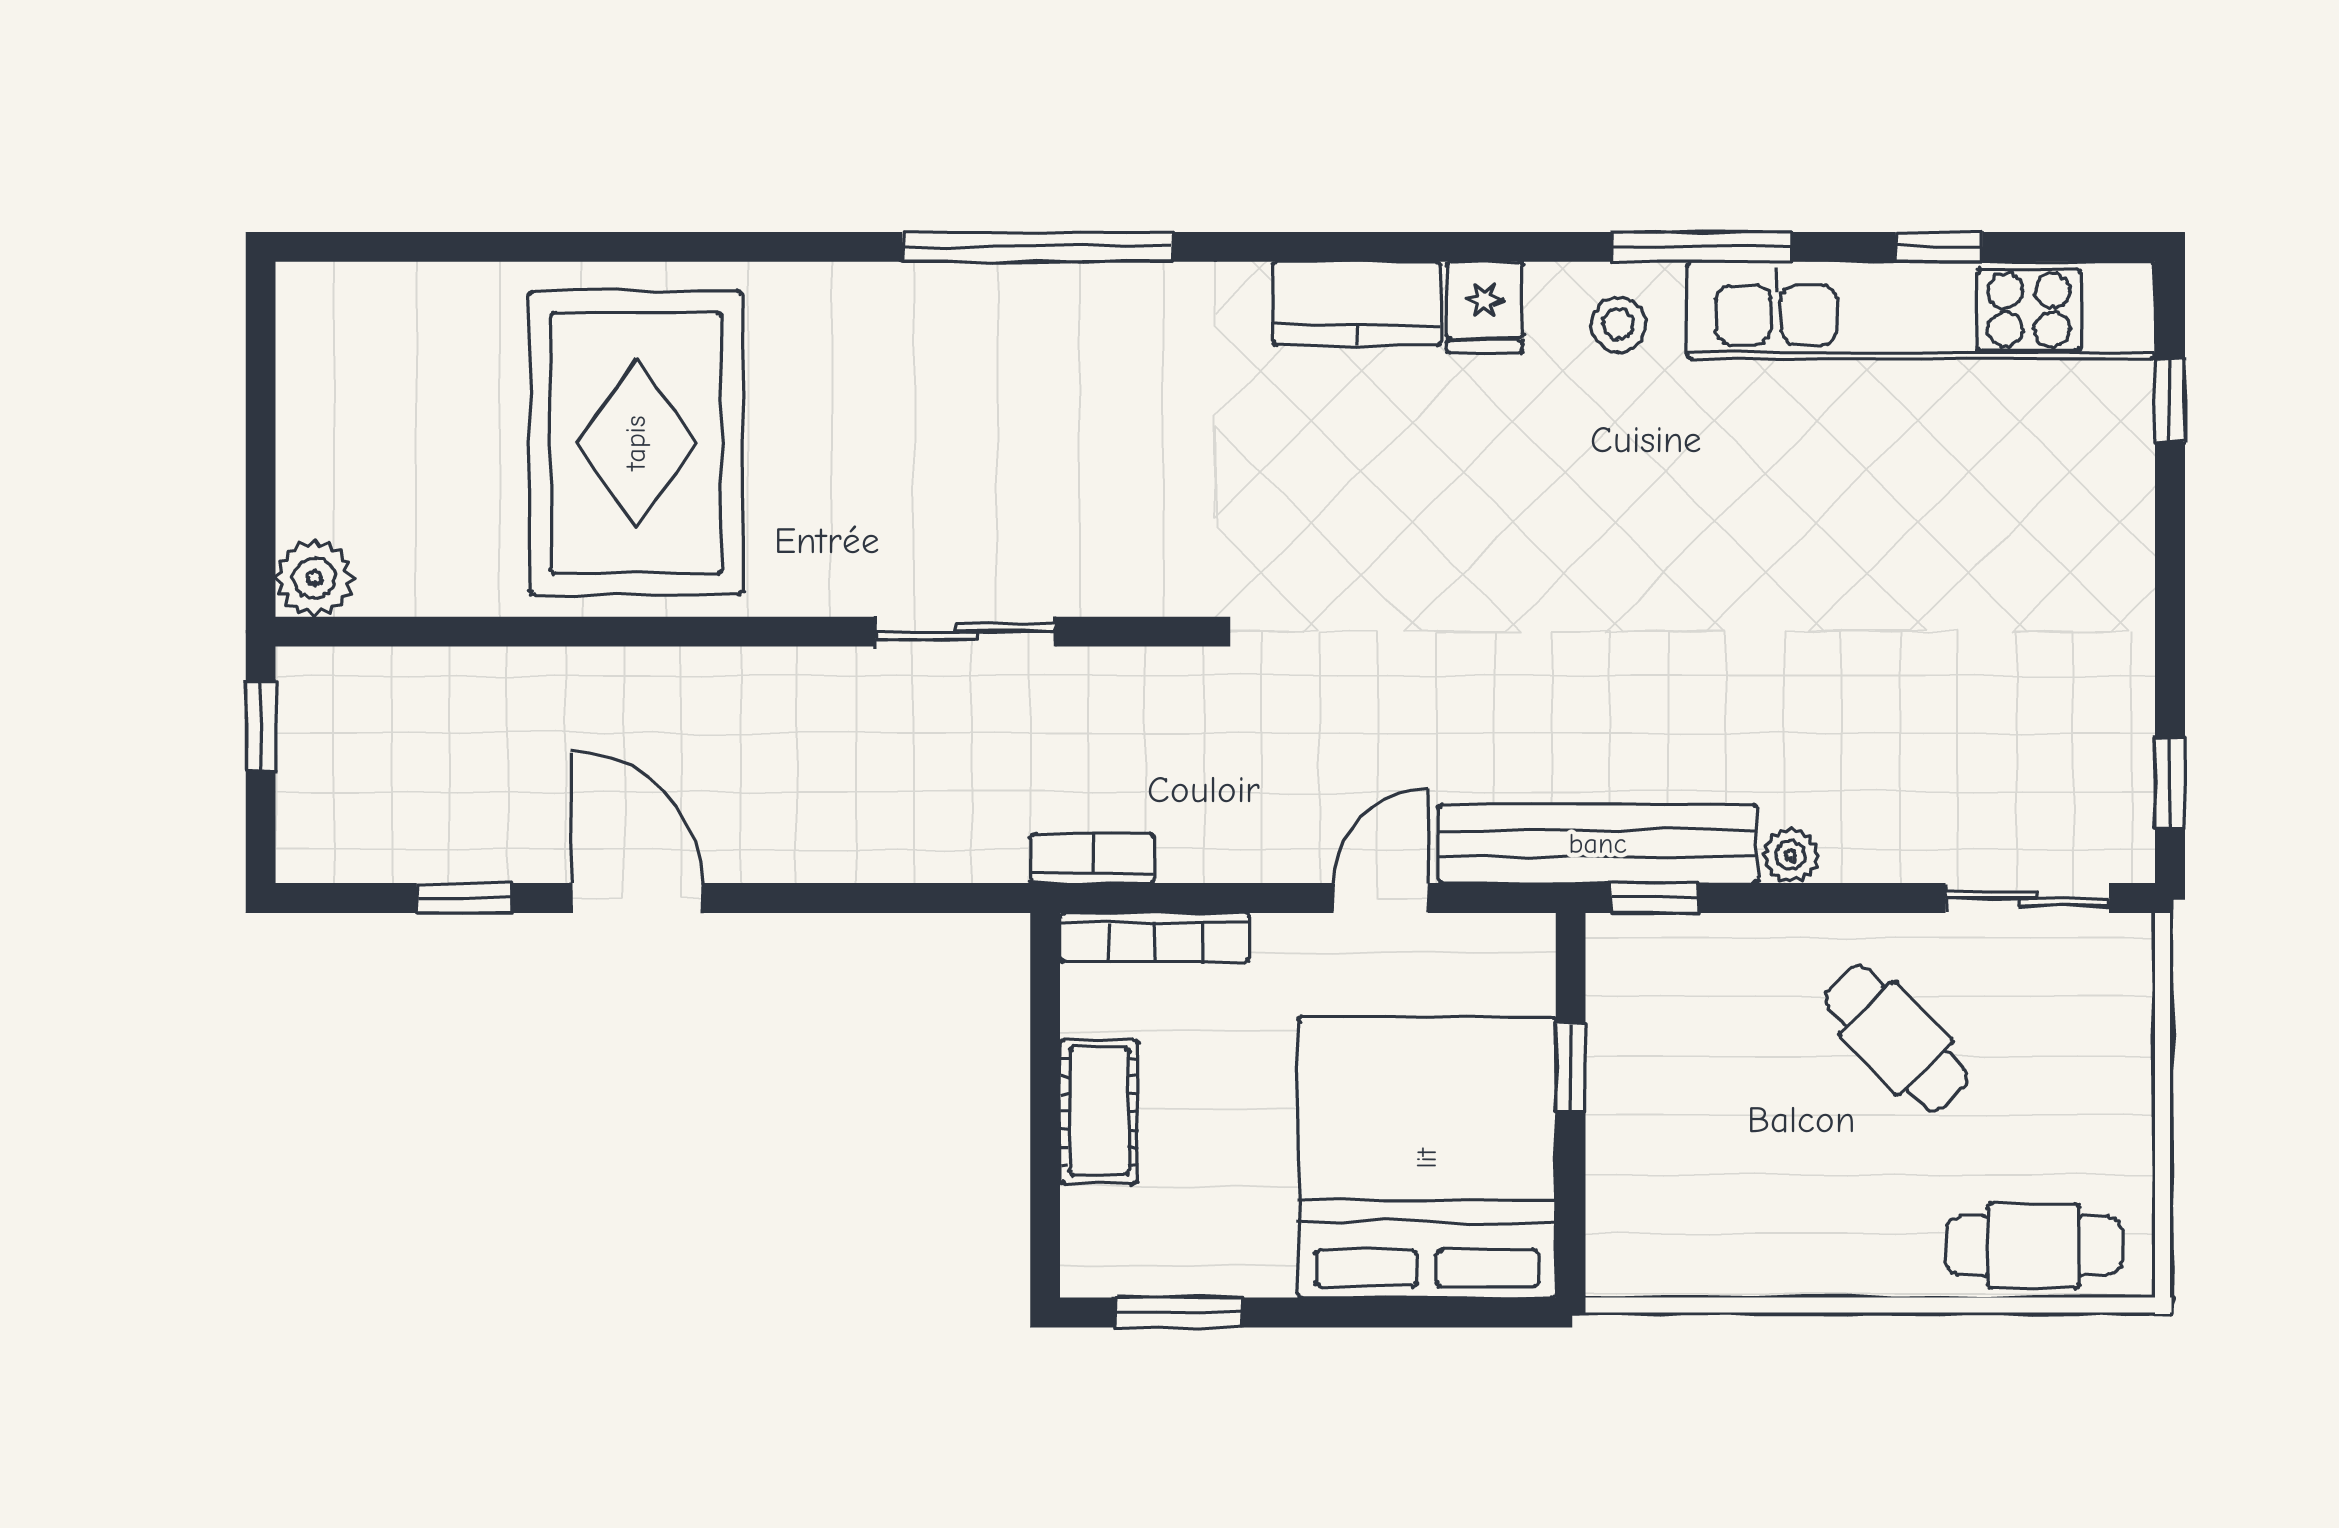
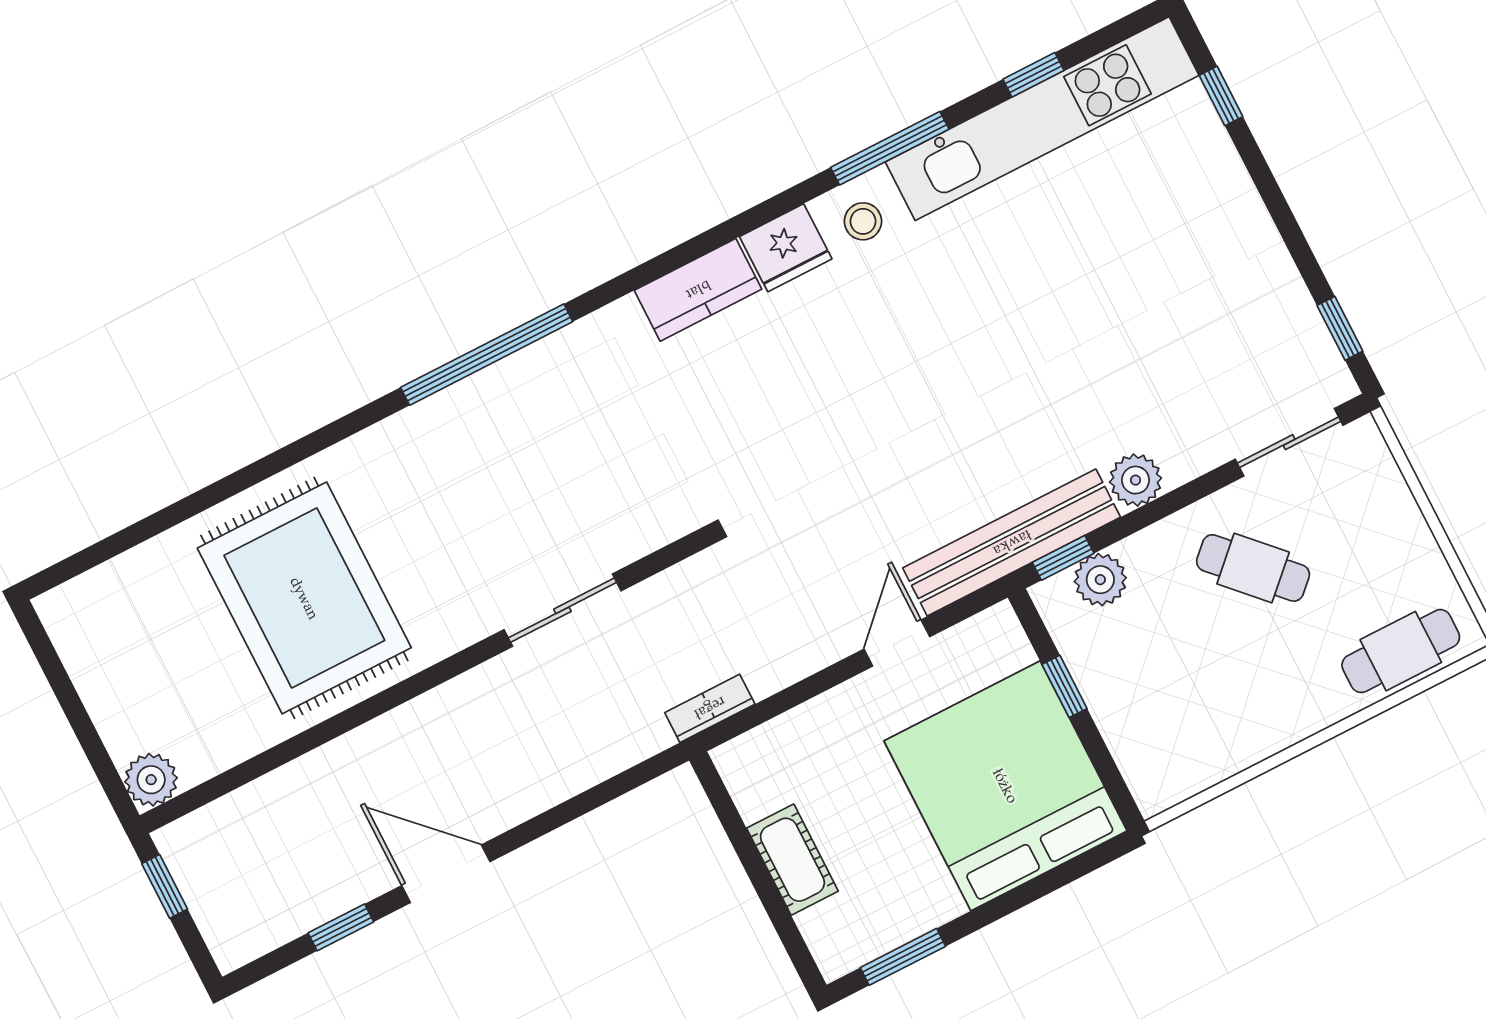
fridge: (1485, 307) -> (786, 248), width x1.38
plant: (1791, 855) -> (1136, 480), width x1.38, depth x1.38
bookcase: (1155, 937) -> (772, 737), removed
plant: (1689, 951) -> (1100, 580), added

